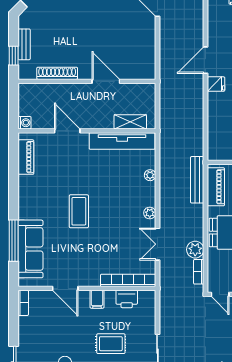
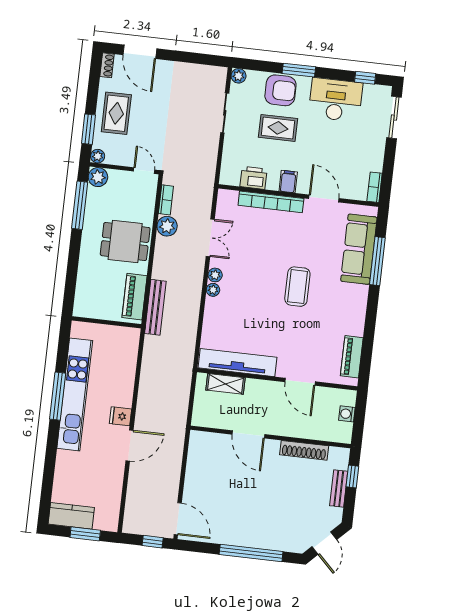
washing machine: (25, 123) -> (347, 414), moved
plant: (150, 175) -> (213, 290), moved
bookcase: (128, 280) -> (271, 202), moved

